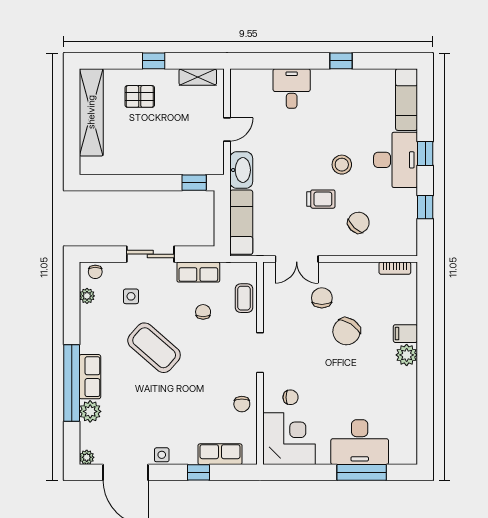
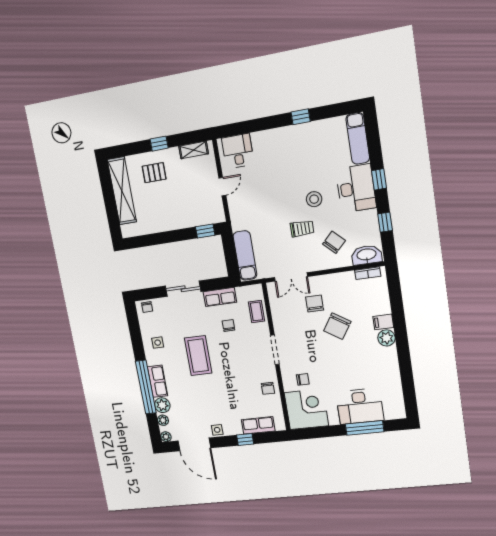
desk: (292, 88) -> (238, 151), moved
washbasin: (241, 170) -> (366, 255), moved, turned -90
plant: (87, 296) -> (163, 420), moved
side table: (131, 296) -> (158, 343), moved
coffee table: (154, 348) -> (198, 356), turned 49

